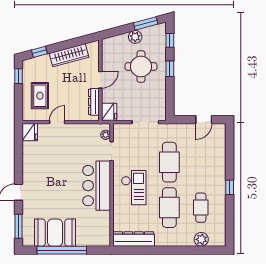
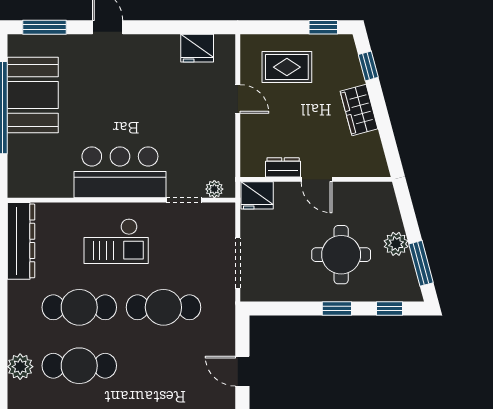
wardrobe: (69, 55) -> (359, 110), width x0.67
dresser: (94, 102) -> (283, 167), width x0.70
fridge: (30, 132) -> (197, 48), moved
cafe table: (201, 208) -> (79, 366), width x1.37, depth x1.35

